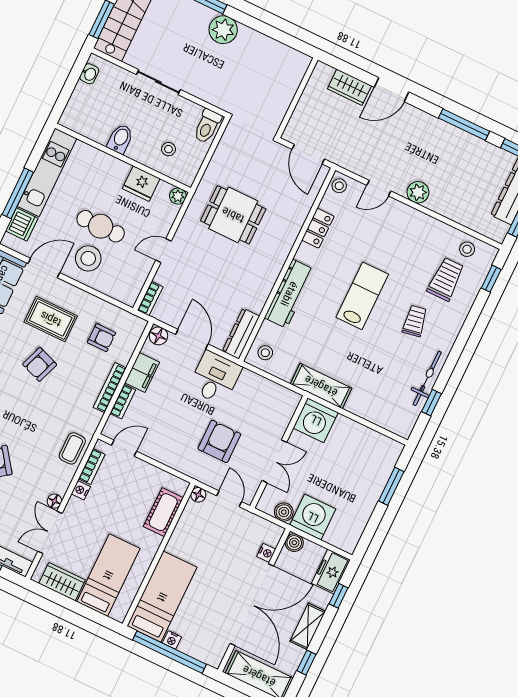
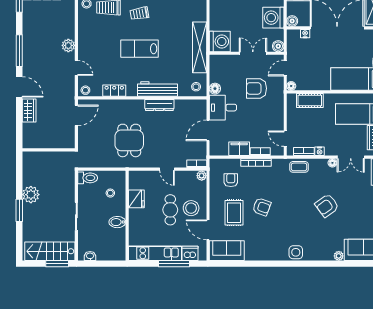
wall: (297, 98) -> (49, 150), moved
window: (464, 125) -> (19, 51), moved
plant: (178, 196) -> (202, 176), moved
dresser: (241, 334) -> (159, 105), moved
floor lamp: (158, 336) -> (215, 89), moved
shelving: (321, 386) -> (200, 47), width x1.47
boiler: (284, 512) -> (278, 46), moved

